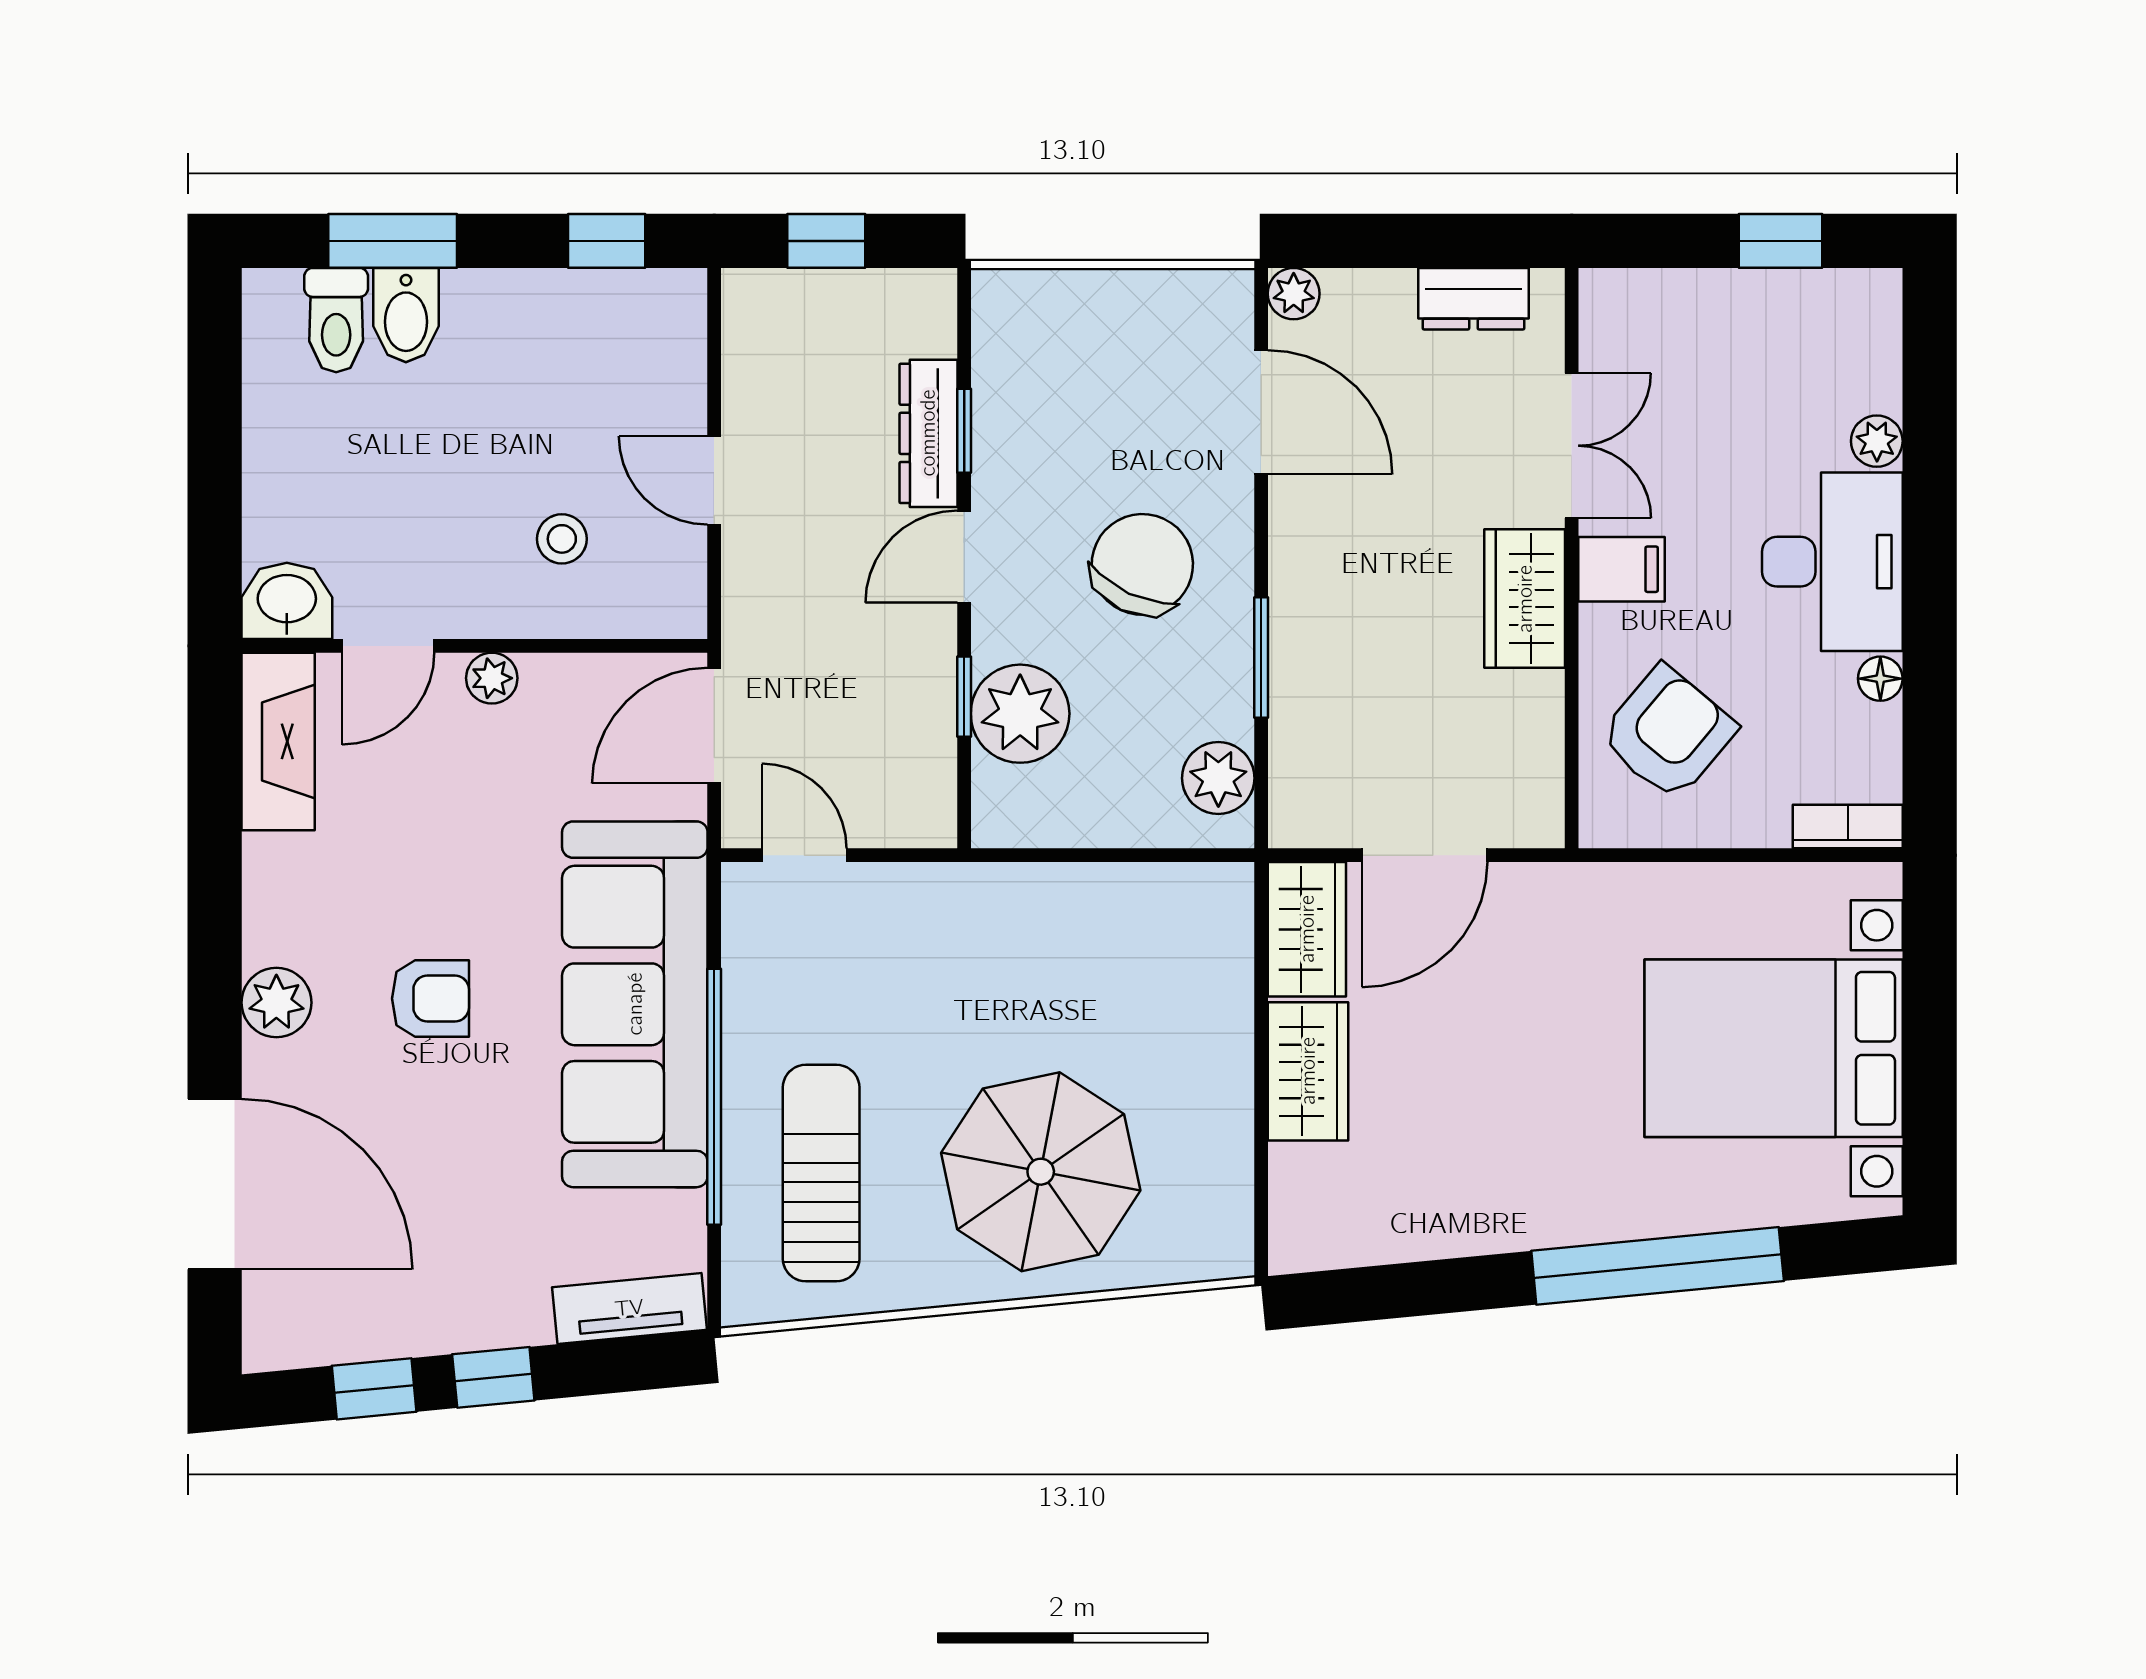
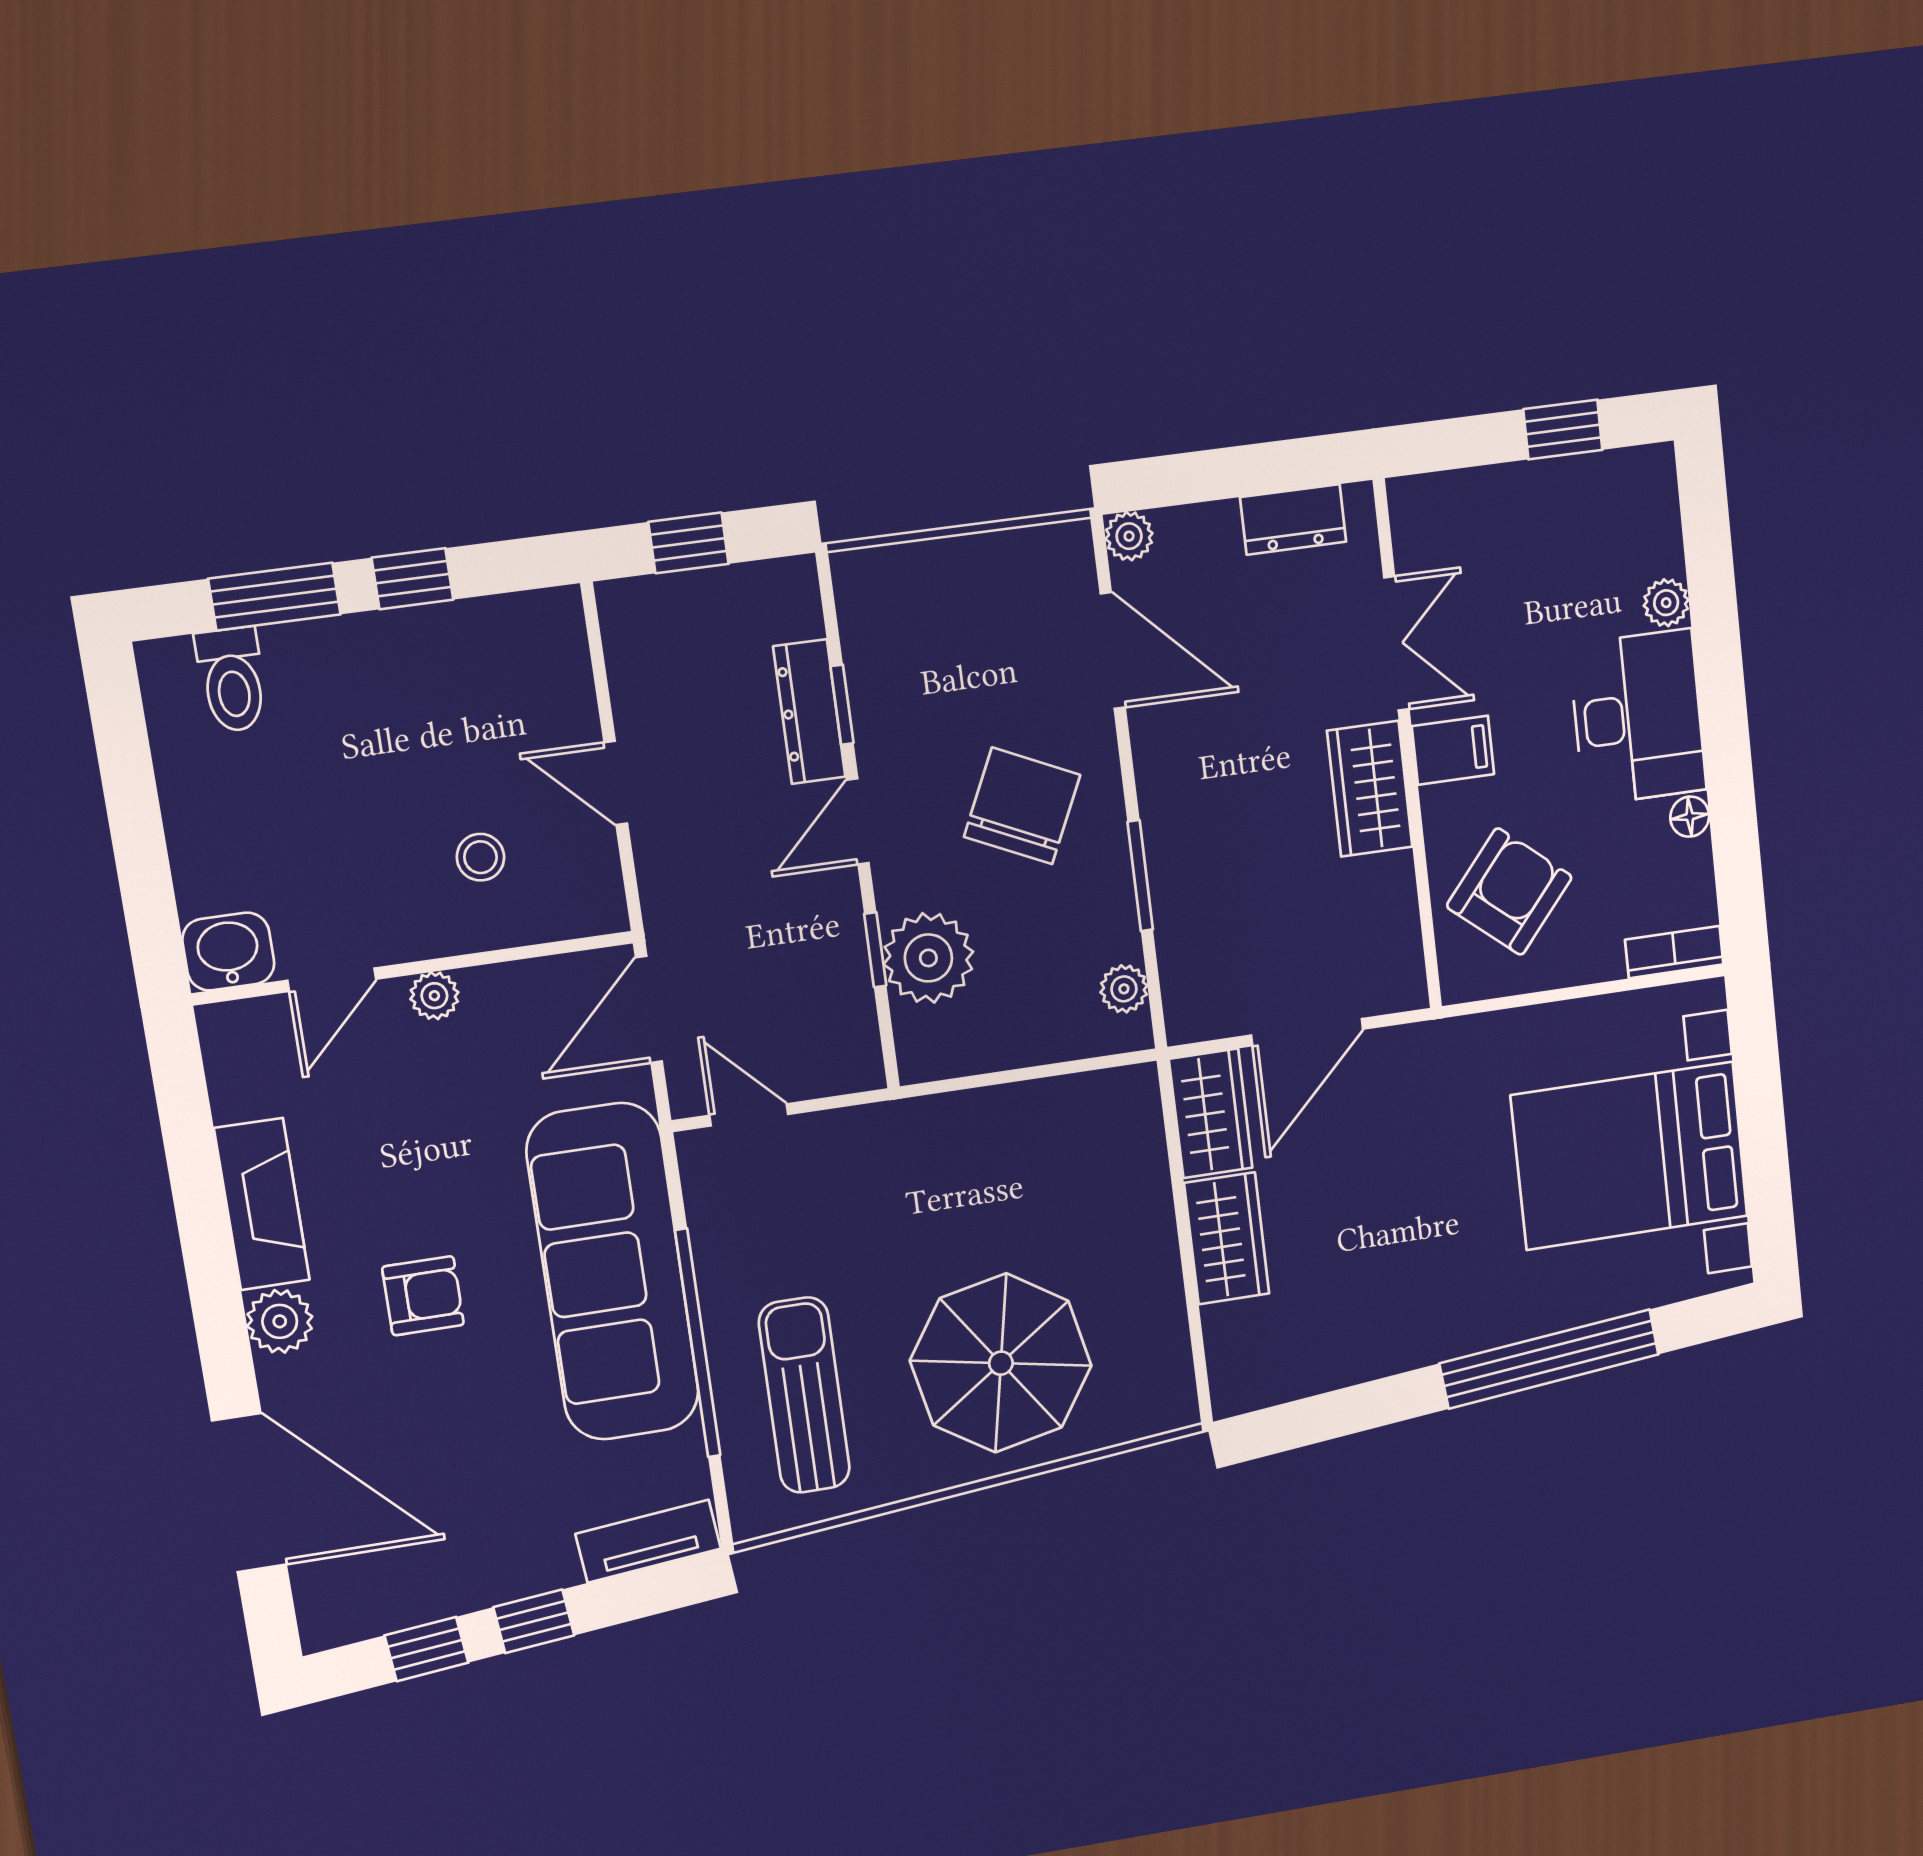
window: (607, 241) -> (412, 579), moved
bidet: (406, 315) -> (299, 666), removed
fireplace: (278, 741) -> (262, 1204), moved
plant: (1218, 778) -> (1124, 989), width x0.73, depth x0.73

